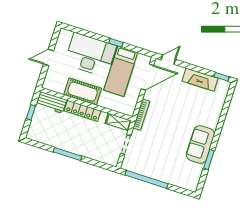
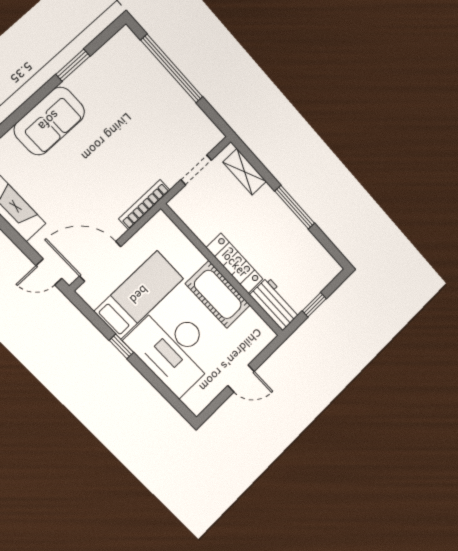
shelving: (118, 122) -> (245, 172), moved
sofa: (200, 144) -> (49, 121), moved
window: (146, 179) -> (172, 69), moved

